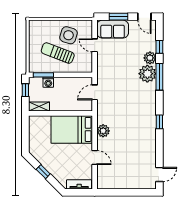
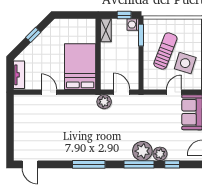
washing machine: (48, 82) -> (133, 25), moved
window: (159, 122) -> (89, 164), width x2.17
plant: (103, 131) -> (104, 102), moved
door: (95, 157) -> (49, 92), swing flipped

